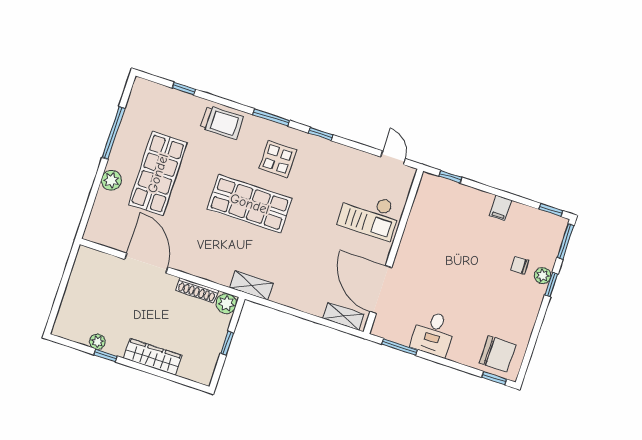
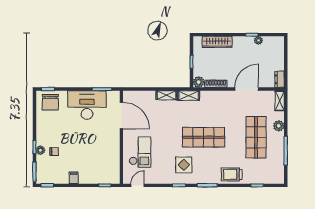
door: (393, 158) -> (138, 185), swing flipped
display table: (278, 159) -> (184, 165), moved
checkout: (369, 215) -> (140, 152), turned 90
shelving: (95, 224) -> (280, 101), added
dresser: (83, 261) -> (280, 79), added
door: (146, 263) -> (247, 89), swing flipped
shelving: (343, 316) -> (167, 95), moved
desk: (433, 334) -> (87, 105), width x1.87, depth x1.30
chair: (498, 354) -> (50, 102), turned -90
wardrobe: (153, 357) -> (217, 42), moved

